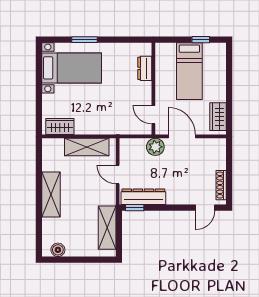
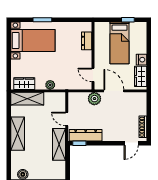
nightstand: (219, 94) -> (141, 60), added
plant: (95, 128) -> (50, 85), added
shelving: (87, 147) -> (27, 99), moved
shelving: (107, 228) -> (59, 144), moved

